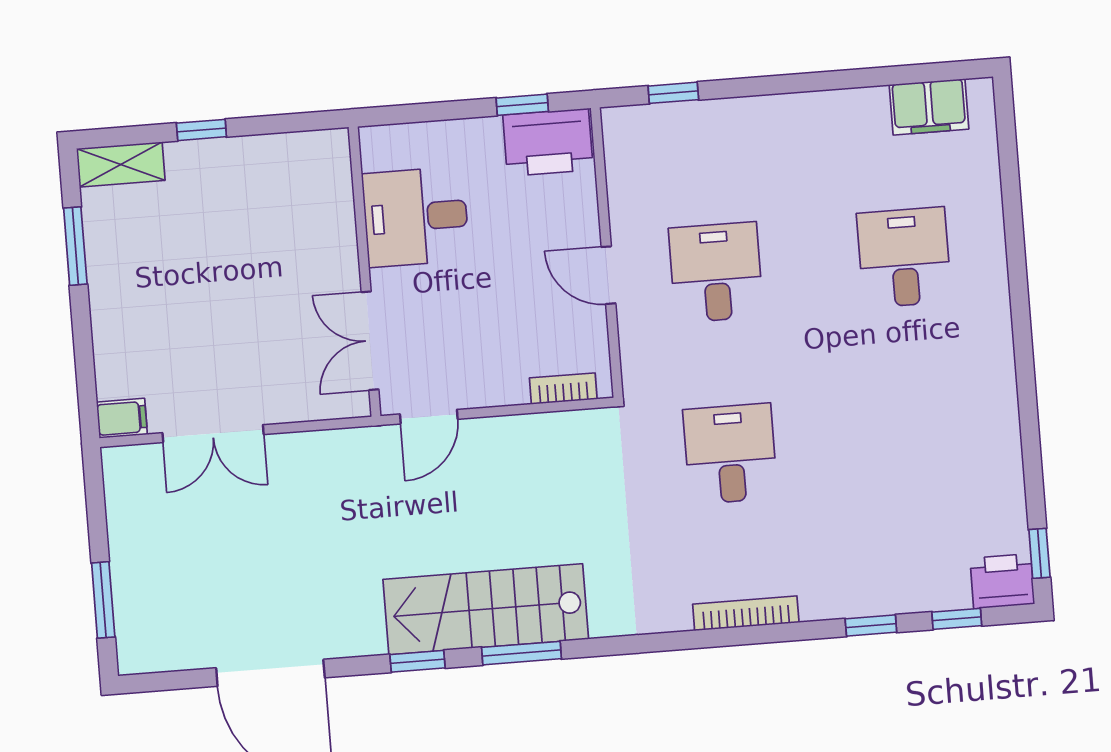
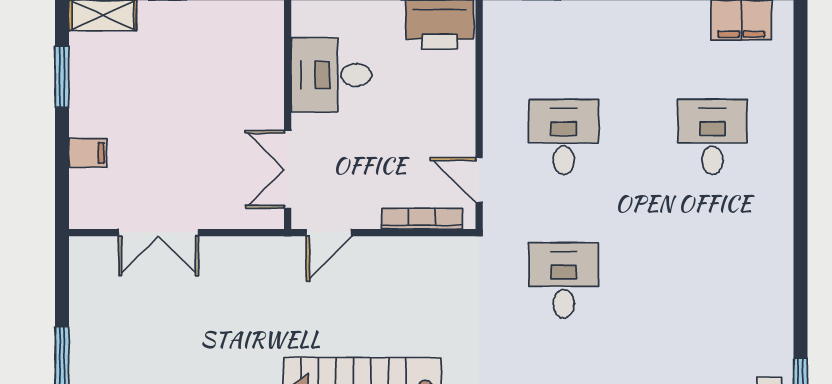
door: (608, 275) -> (479, 180), moved
bookcase: (563, 389) -> (422, 219), width x1.56
filing cabinet: (122, 418) -> (88, 153), moved

